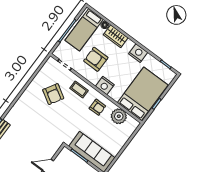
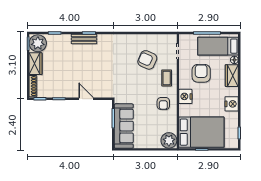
armchair: (53, 94) -> (147, 60), turned 82
plant: (119, 116) -> (169, 140), moved

